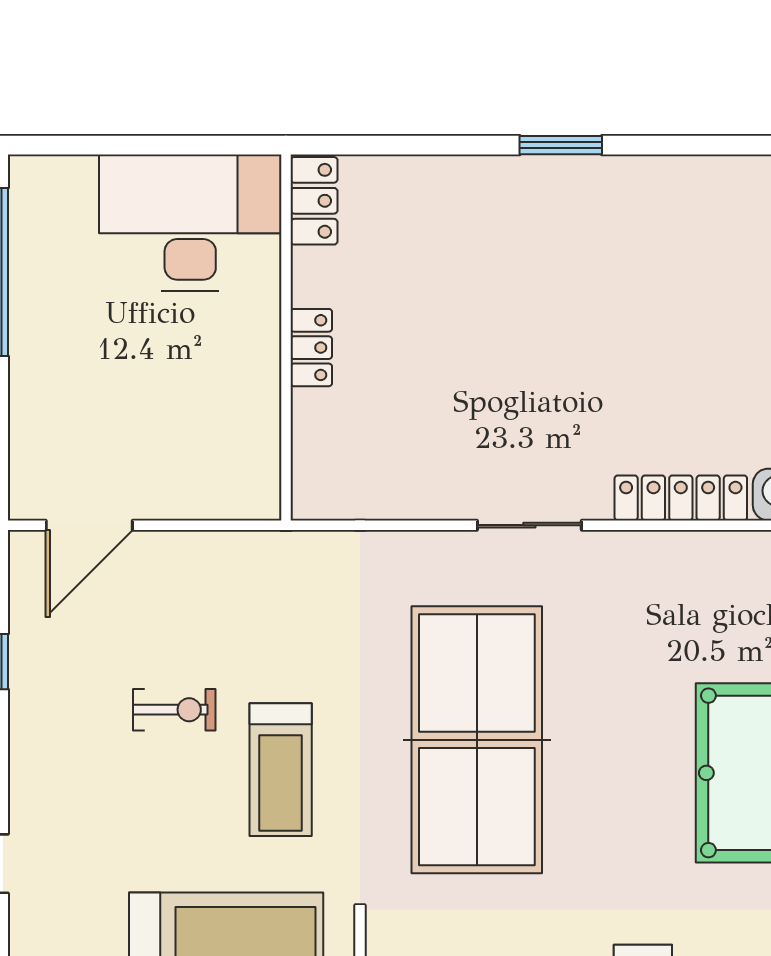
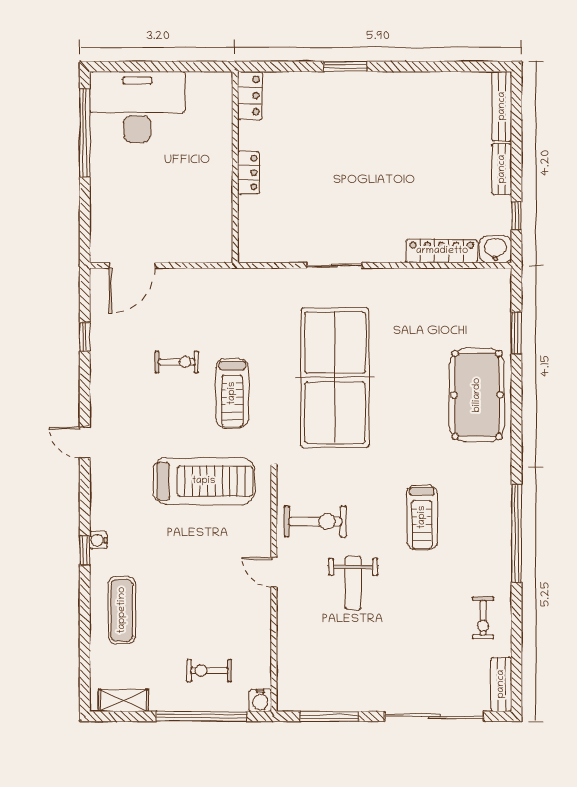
window: (561, 145) -> (345, 66), moved
desk: (190, 223) -> (137, 107), moved
sliding door: (529, 525) -> (334, 265), moved

